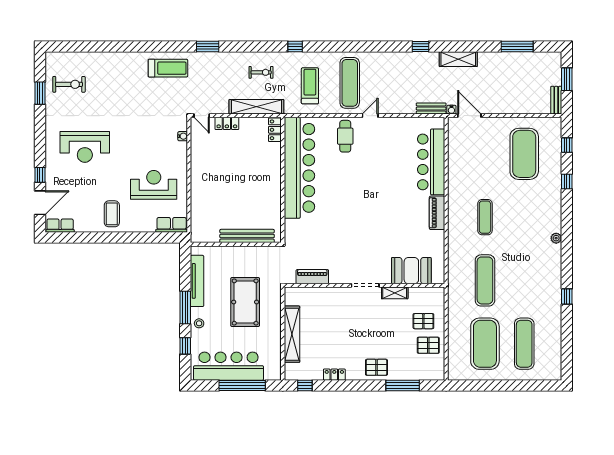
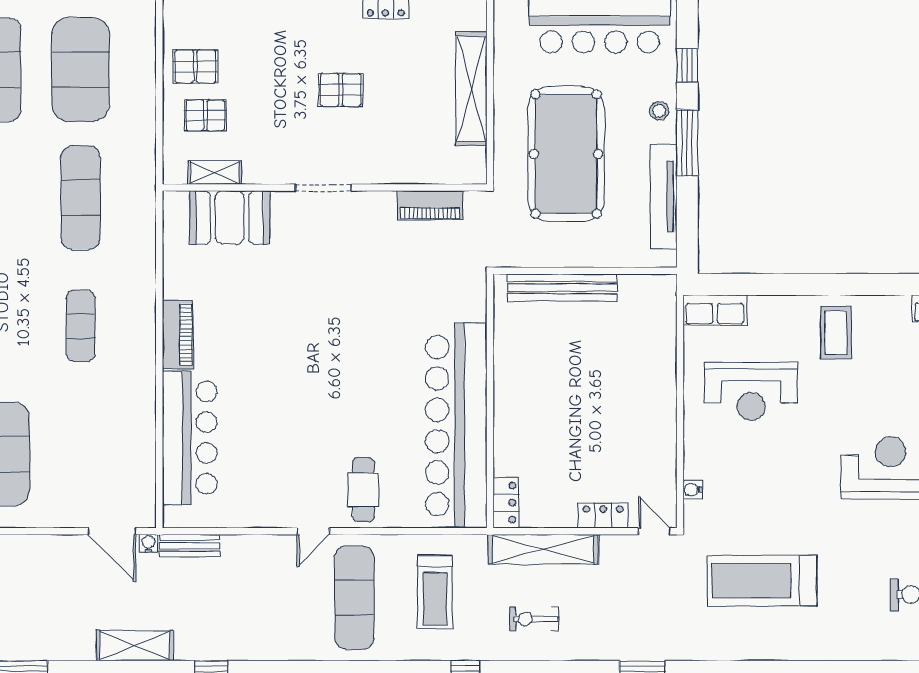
treadmill: (168, 68) -> (762, 581), moved, width x1.37, depth x1.38
shelving: (395, 293) -> (215, 172), moved
pool table: (245, 302) -> (566, 154), width x1.36, depth x1.32
pallet: (376, 367) -> (341, 90), moved

